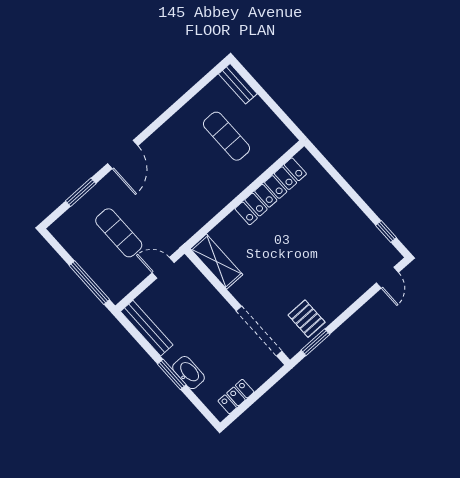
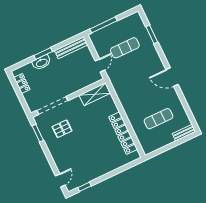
door: (123, 155) -> (172, 77), moved
door: (387, 278) -> (60, 180), swing flipped
pallet: (307, 319) -> (62, 129), moved

